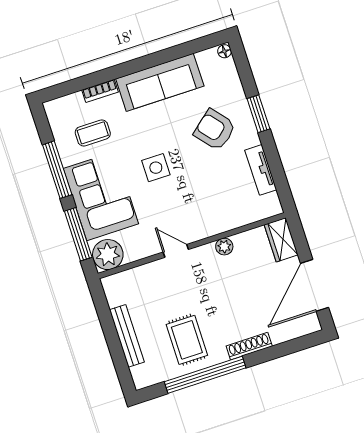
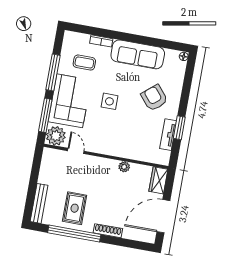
window: (258, 114) -> (179, 128), moved
door: (176, 251) -> (76, 151), moved
bench: (127, 336) -> (39, 203), moved

